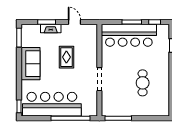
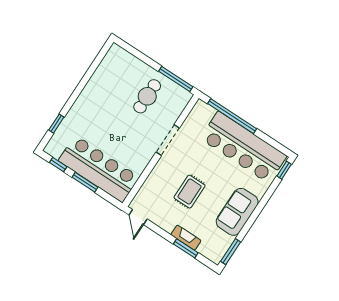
door: (74, 22) -> (138, 217), moved
cafe table: (143, 83) -> (147, 96), moved

